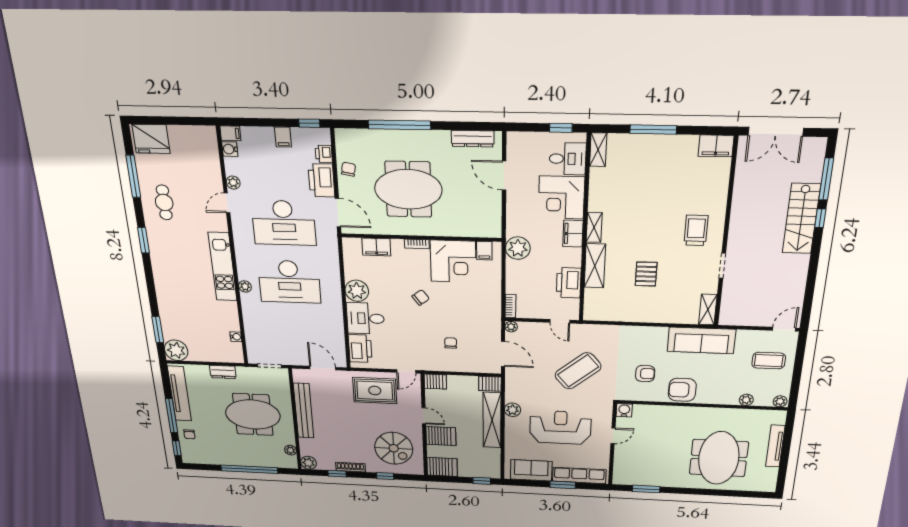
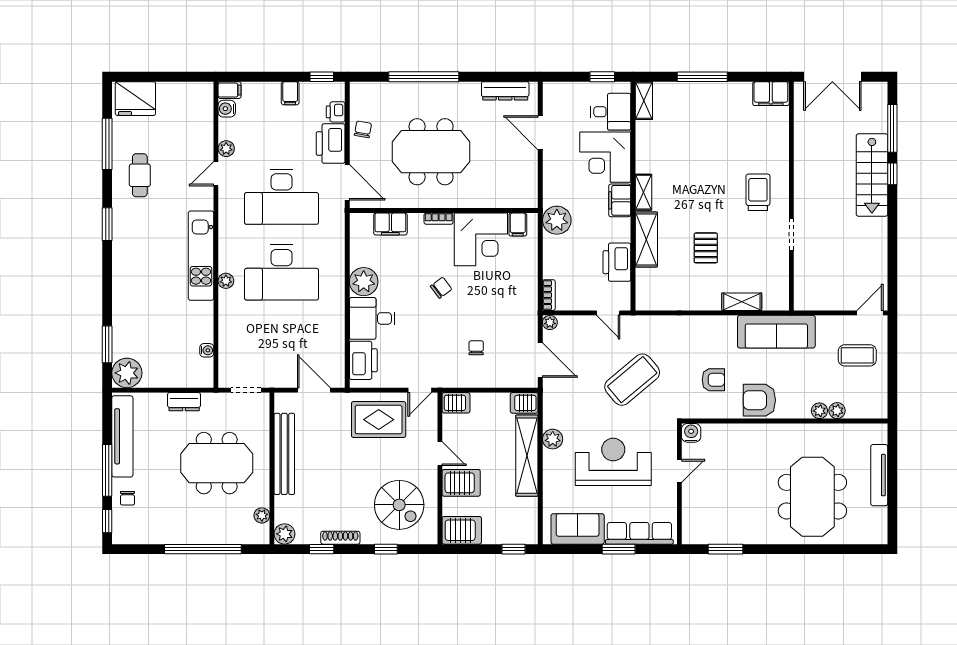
shelving: (708, 310) -> (742, 302), moved, turned 90
plant: (780, 401) -> (819, 411), moved

